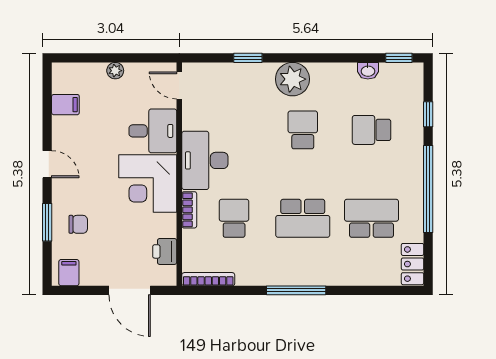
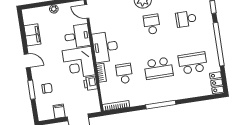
filing cabinet: (65, 105) -> (32, 35), width x2.00
printer: (165, 251) -> (90, 83), moved
filing cabinet: (69, 273) -> (59, 111), moved

